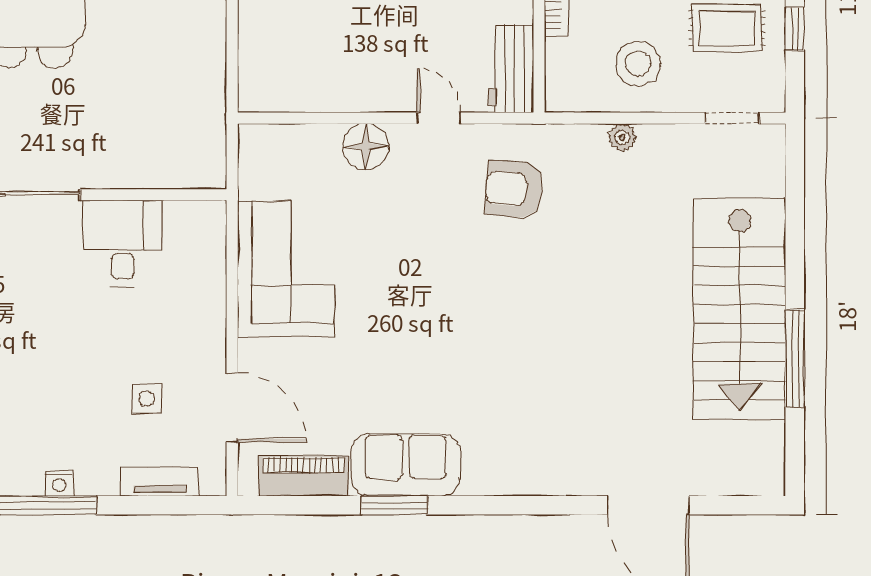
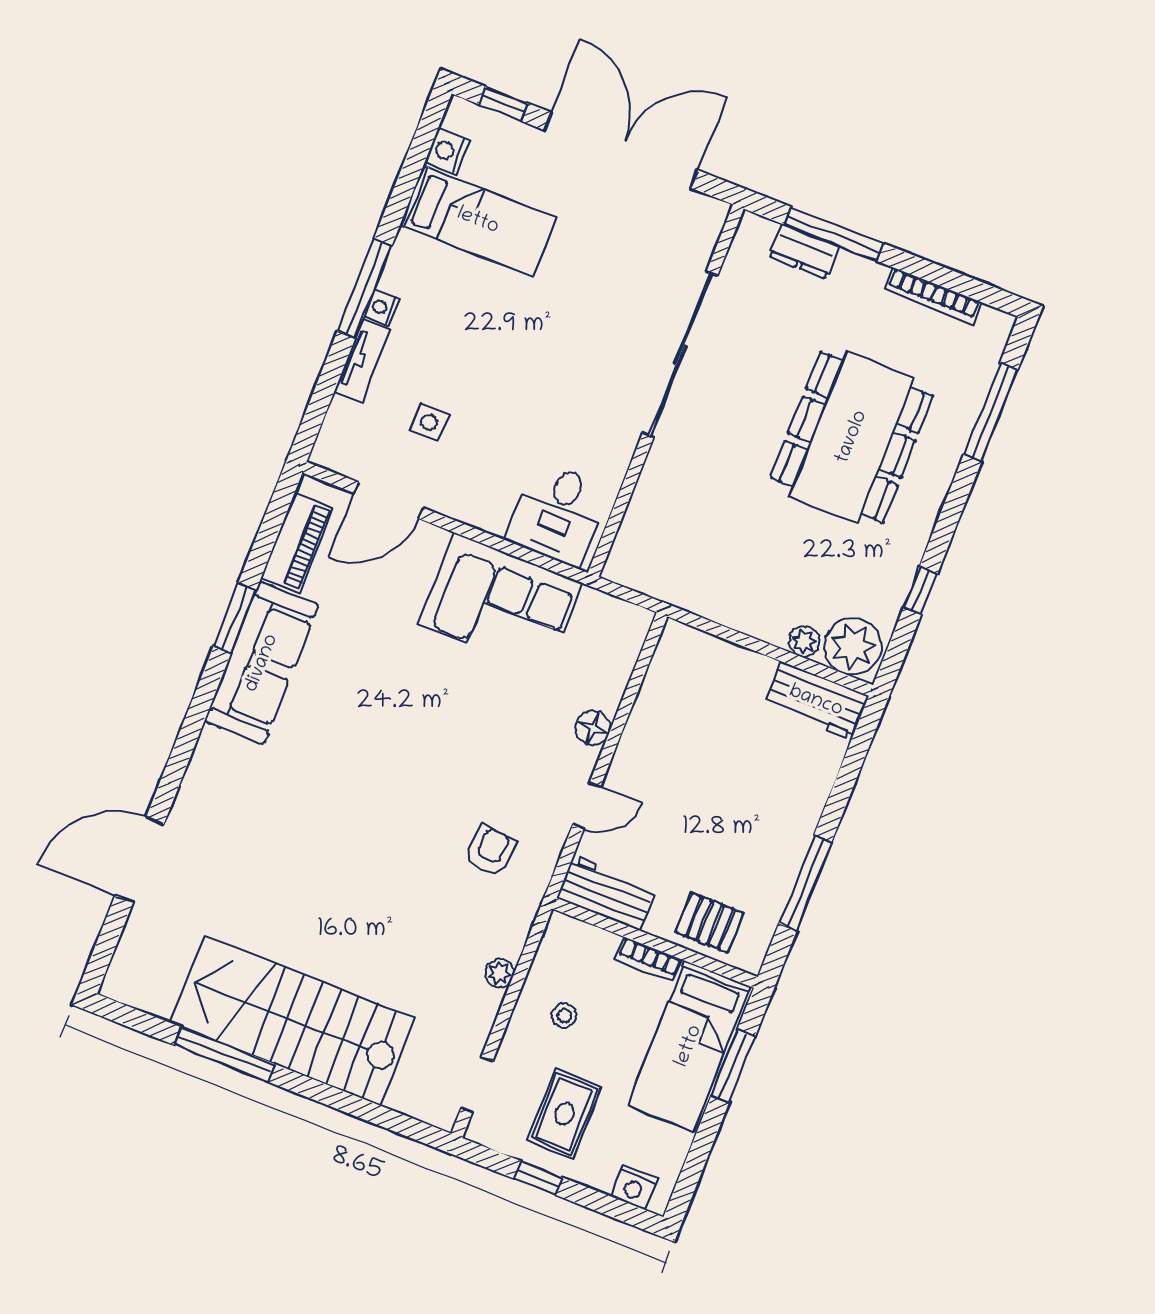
stool: (638, 63) -> (564, 1016), width x0.53, depth x0.53
floor lamp: (366, 146) -> (593, 728), width x0.73, depth x0.73
armchair: (514, 189) -> (491, 851), width x0.72, depth x0.72
desk: (123, 243) -> (557, 514), moved, turned 90
sofa: (406, 465) -> (262, 663), width x1.36
tv unit: (160, 481) -> (362, 361), moved

